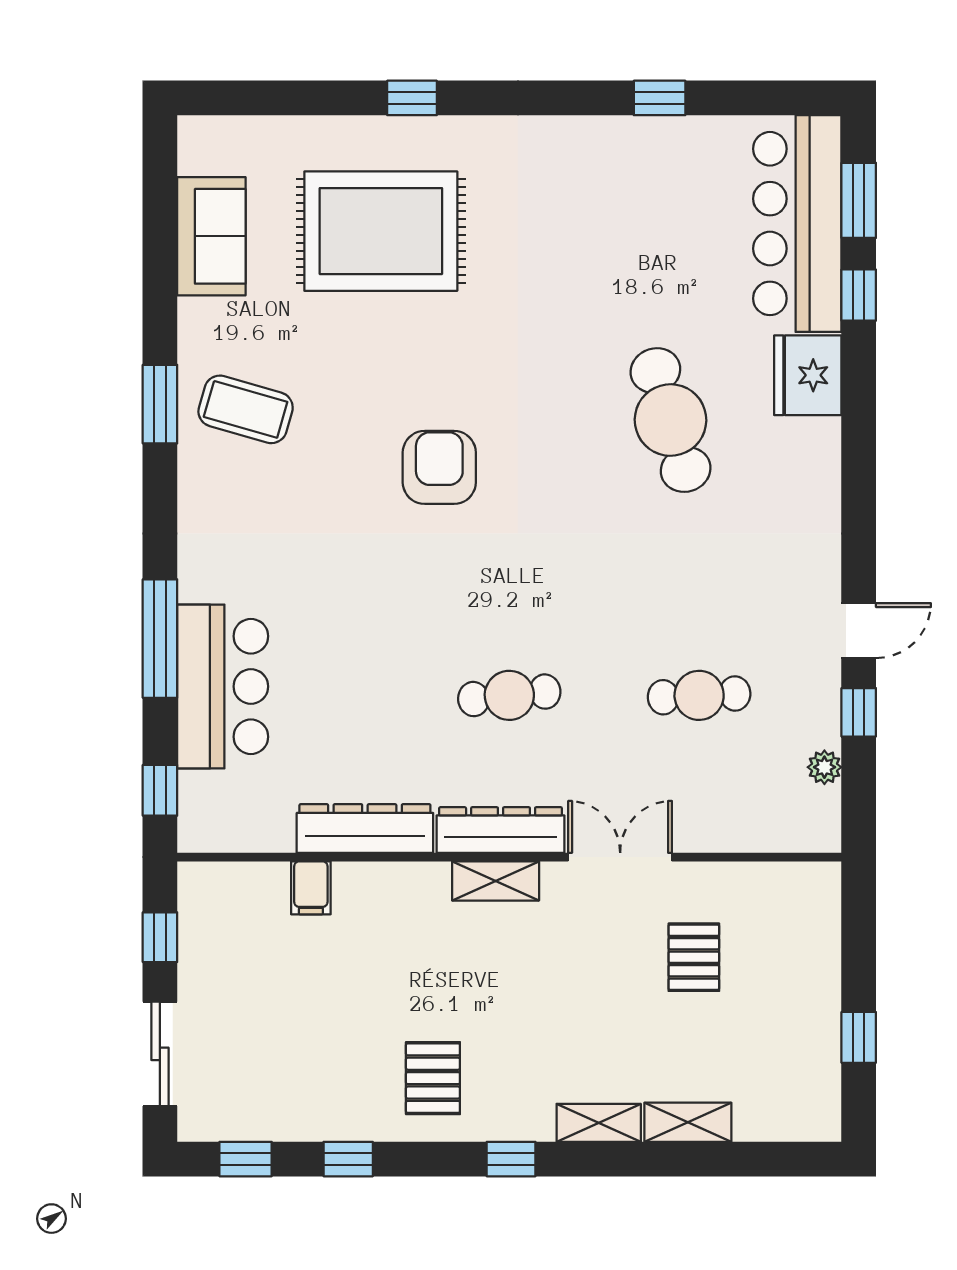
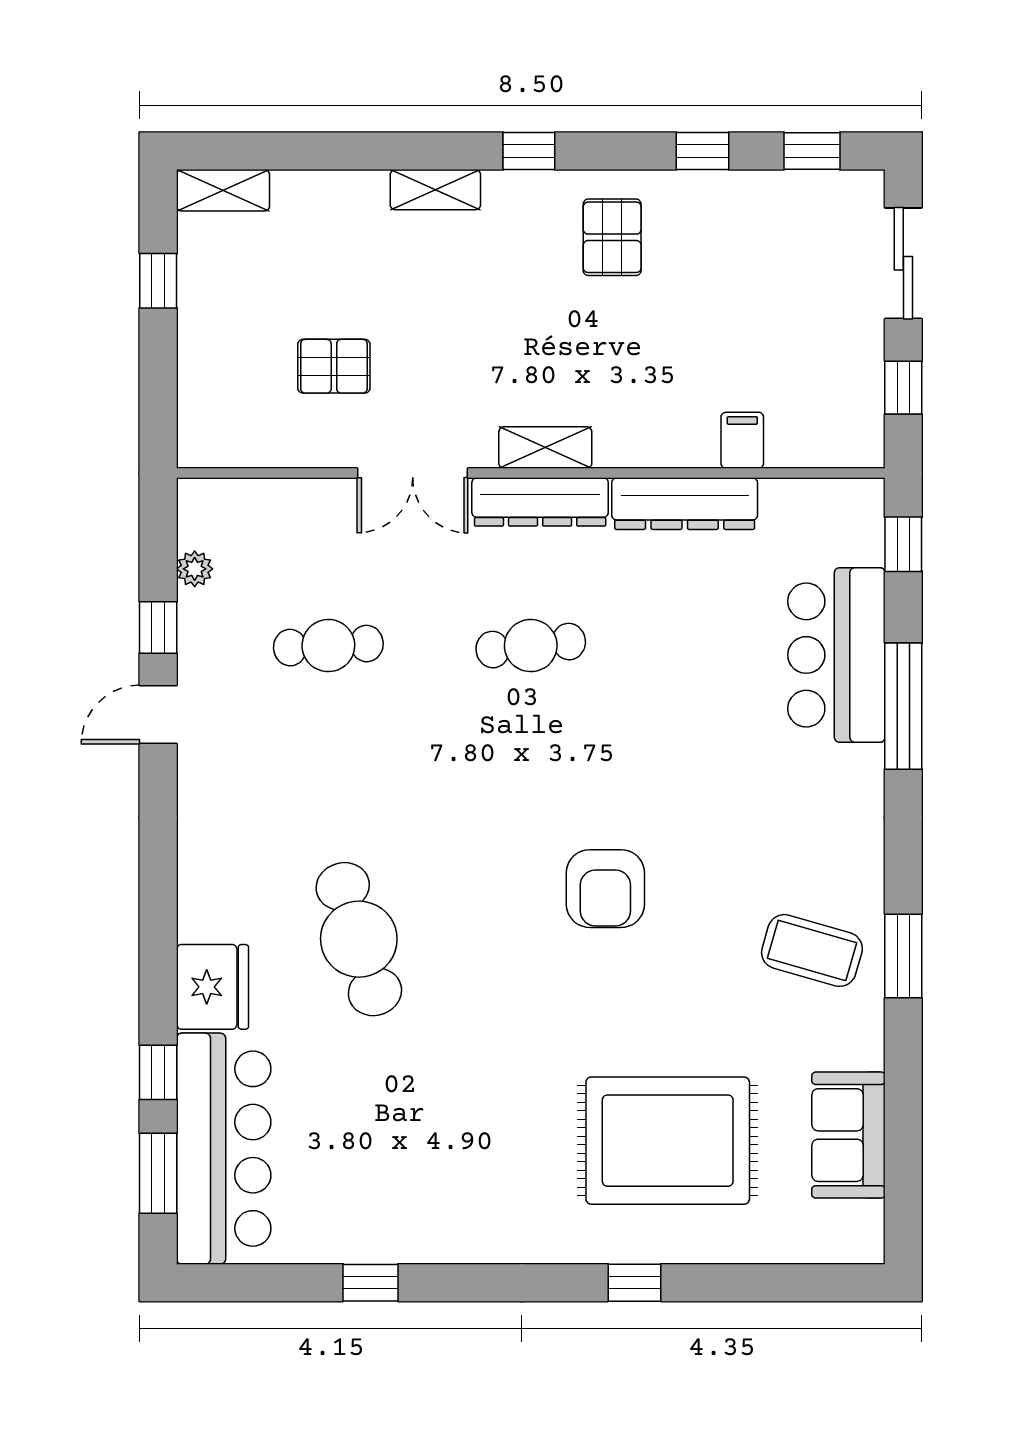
pallet: (694, 957) -> (334, 366), turned 90
shelving: (688, 1122) -> (223, 190), moved

